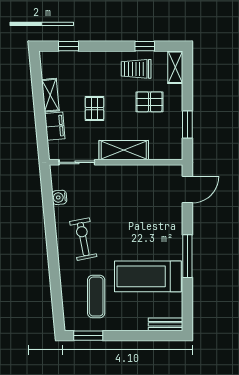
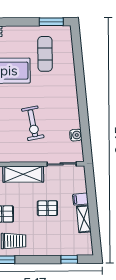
pallet: (95, 109) -> (47, 208), turned 90
filing cabinet: (55, 126) -> (80, 199), width x0.50
exercise bike: (83, 239) -> (33, 123), moved

